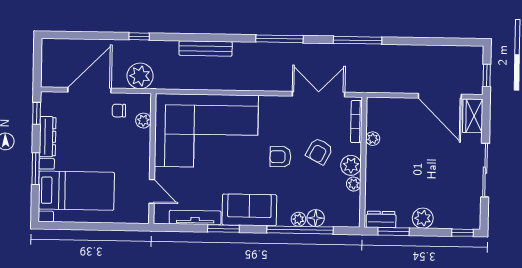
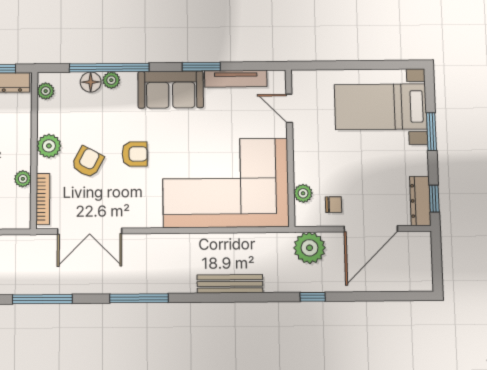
dresser: (48, 137) -> (420, 201), moved
plant: (354, 184) -> (46, 91), moved

